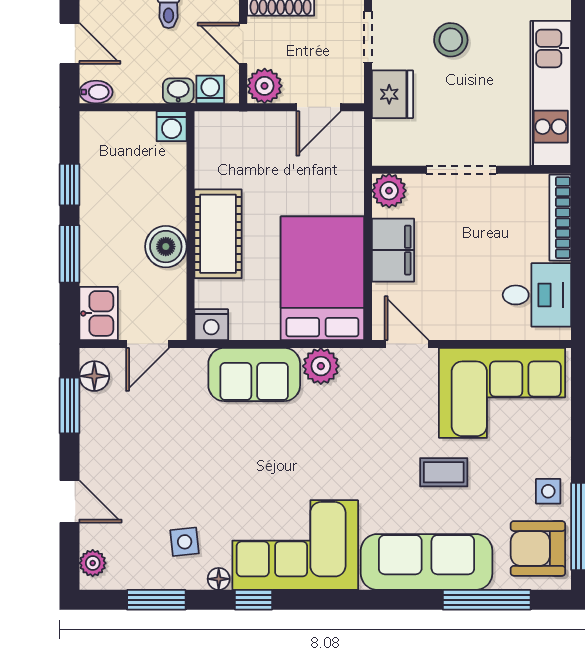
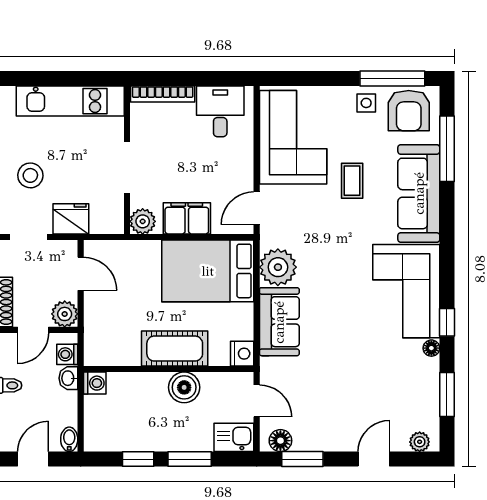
plant: (321, 366) -> (278, 267), width x1.36, depth x1.36
side table: (185, 542) -> (404, 373), removed

